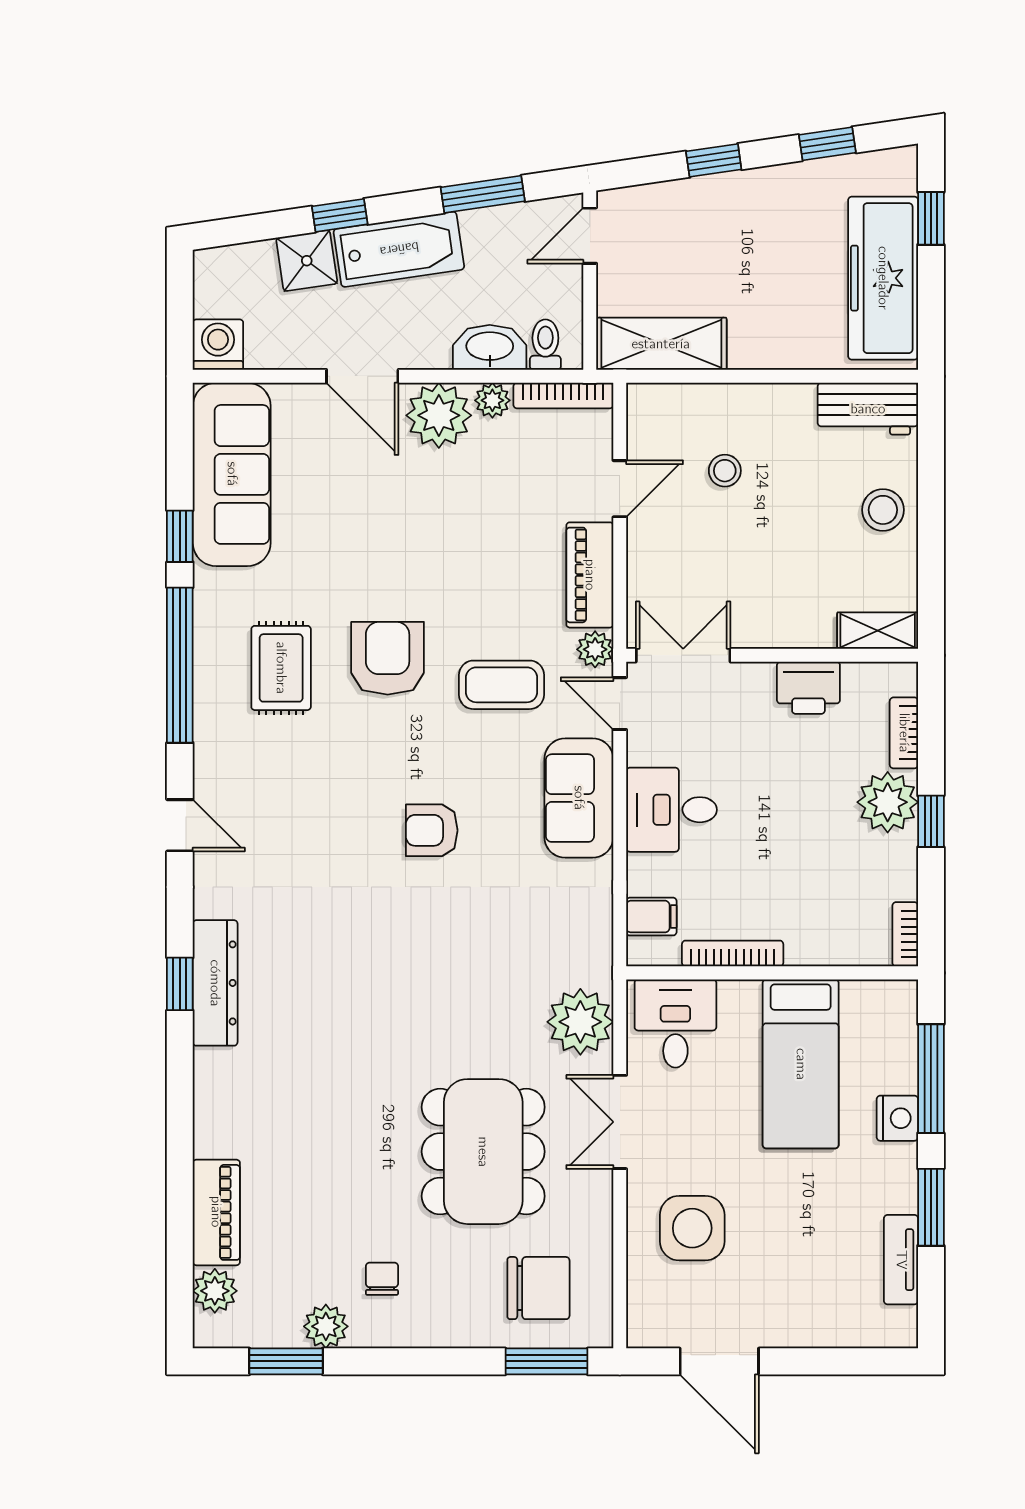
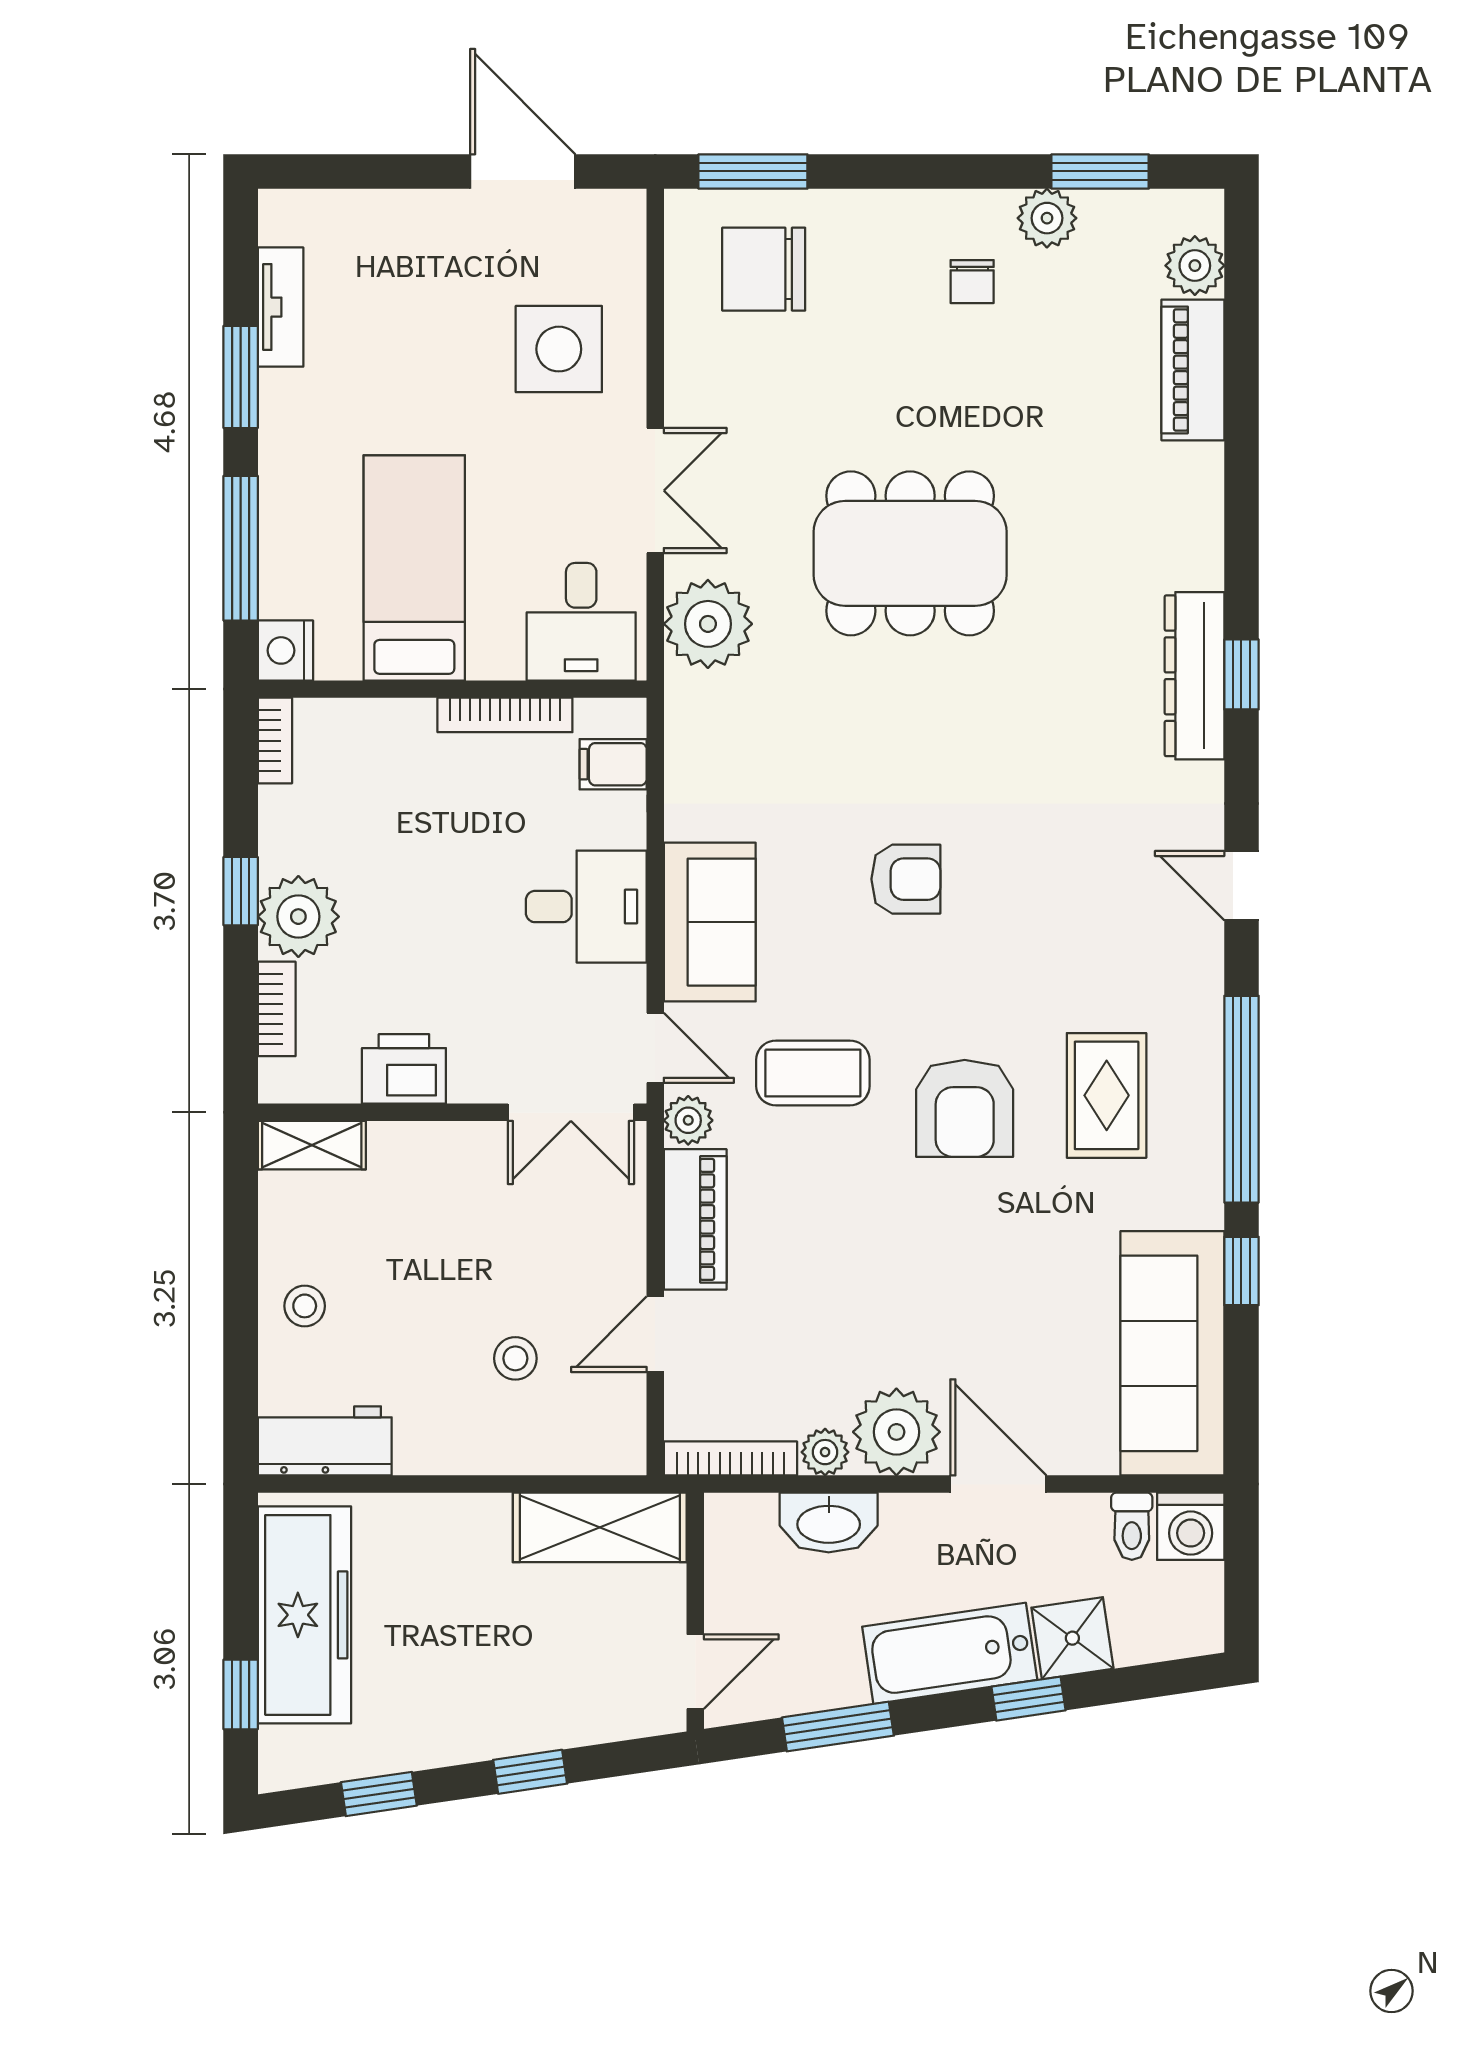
toilet: (545, 345) -> (1132, 1526), moved
stool: (883, 510) -> (305, 1306), width x0.73, depth x0.73
nightstand: (897, 1118) -> (285, 650), moved
dining table: (483, 1152) -> (910, 553), moved, turned 90

